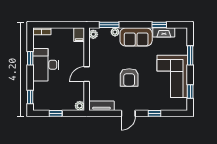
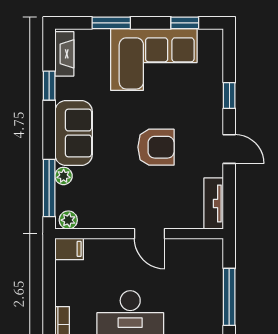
window: (109, 25) -> (49, 188), width x1.44
fireplace: (164, 32) -> (64, 54), moved
plant: (80, 106) -> (214, 248), removed
window: (56, 113) -> (229, 297), width x2.17

